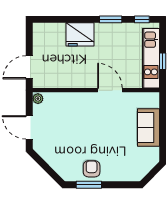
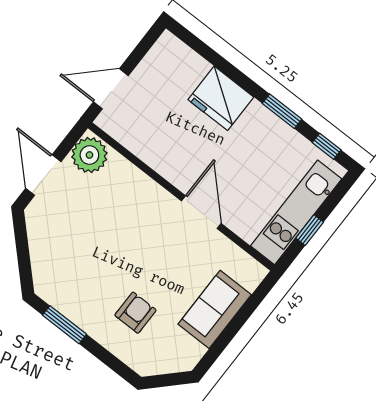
plant: (38, 99) -> (89, 155), width x1.88, depth x1.88
armchair: (92, 169) -> (135, 313), moved

